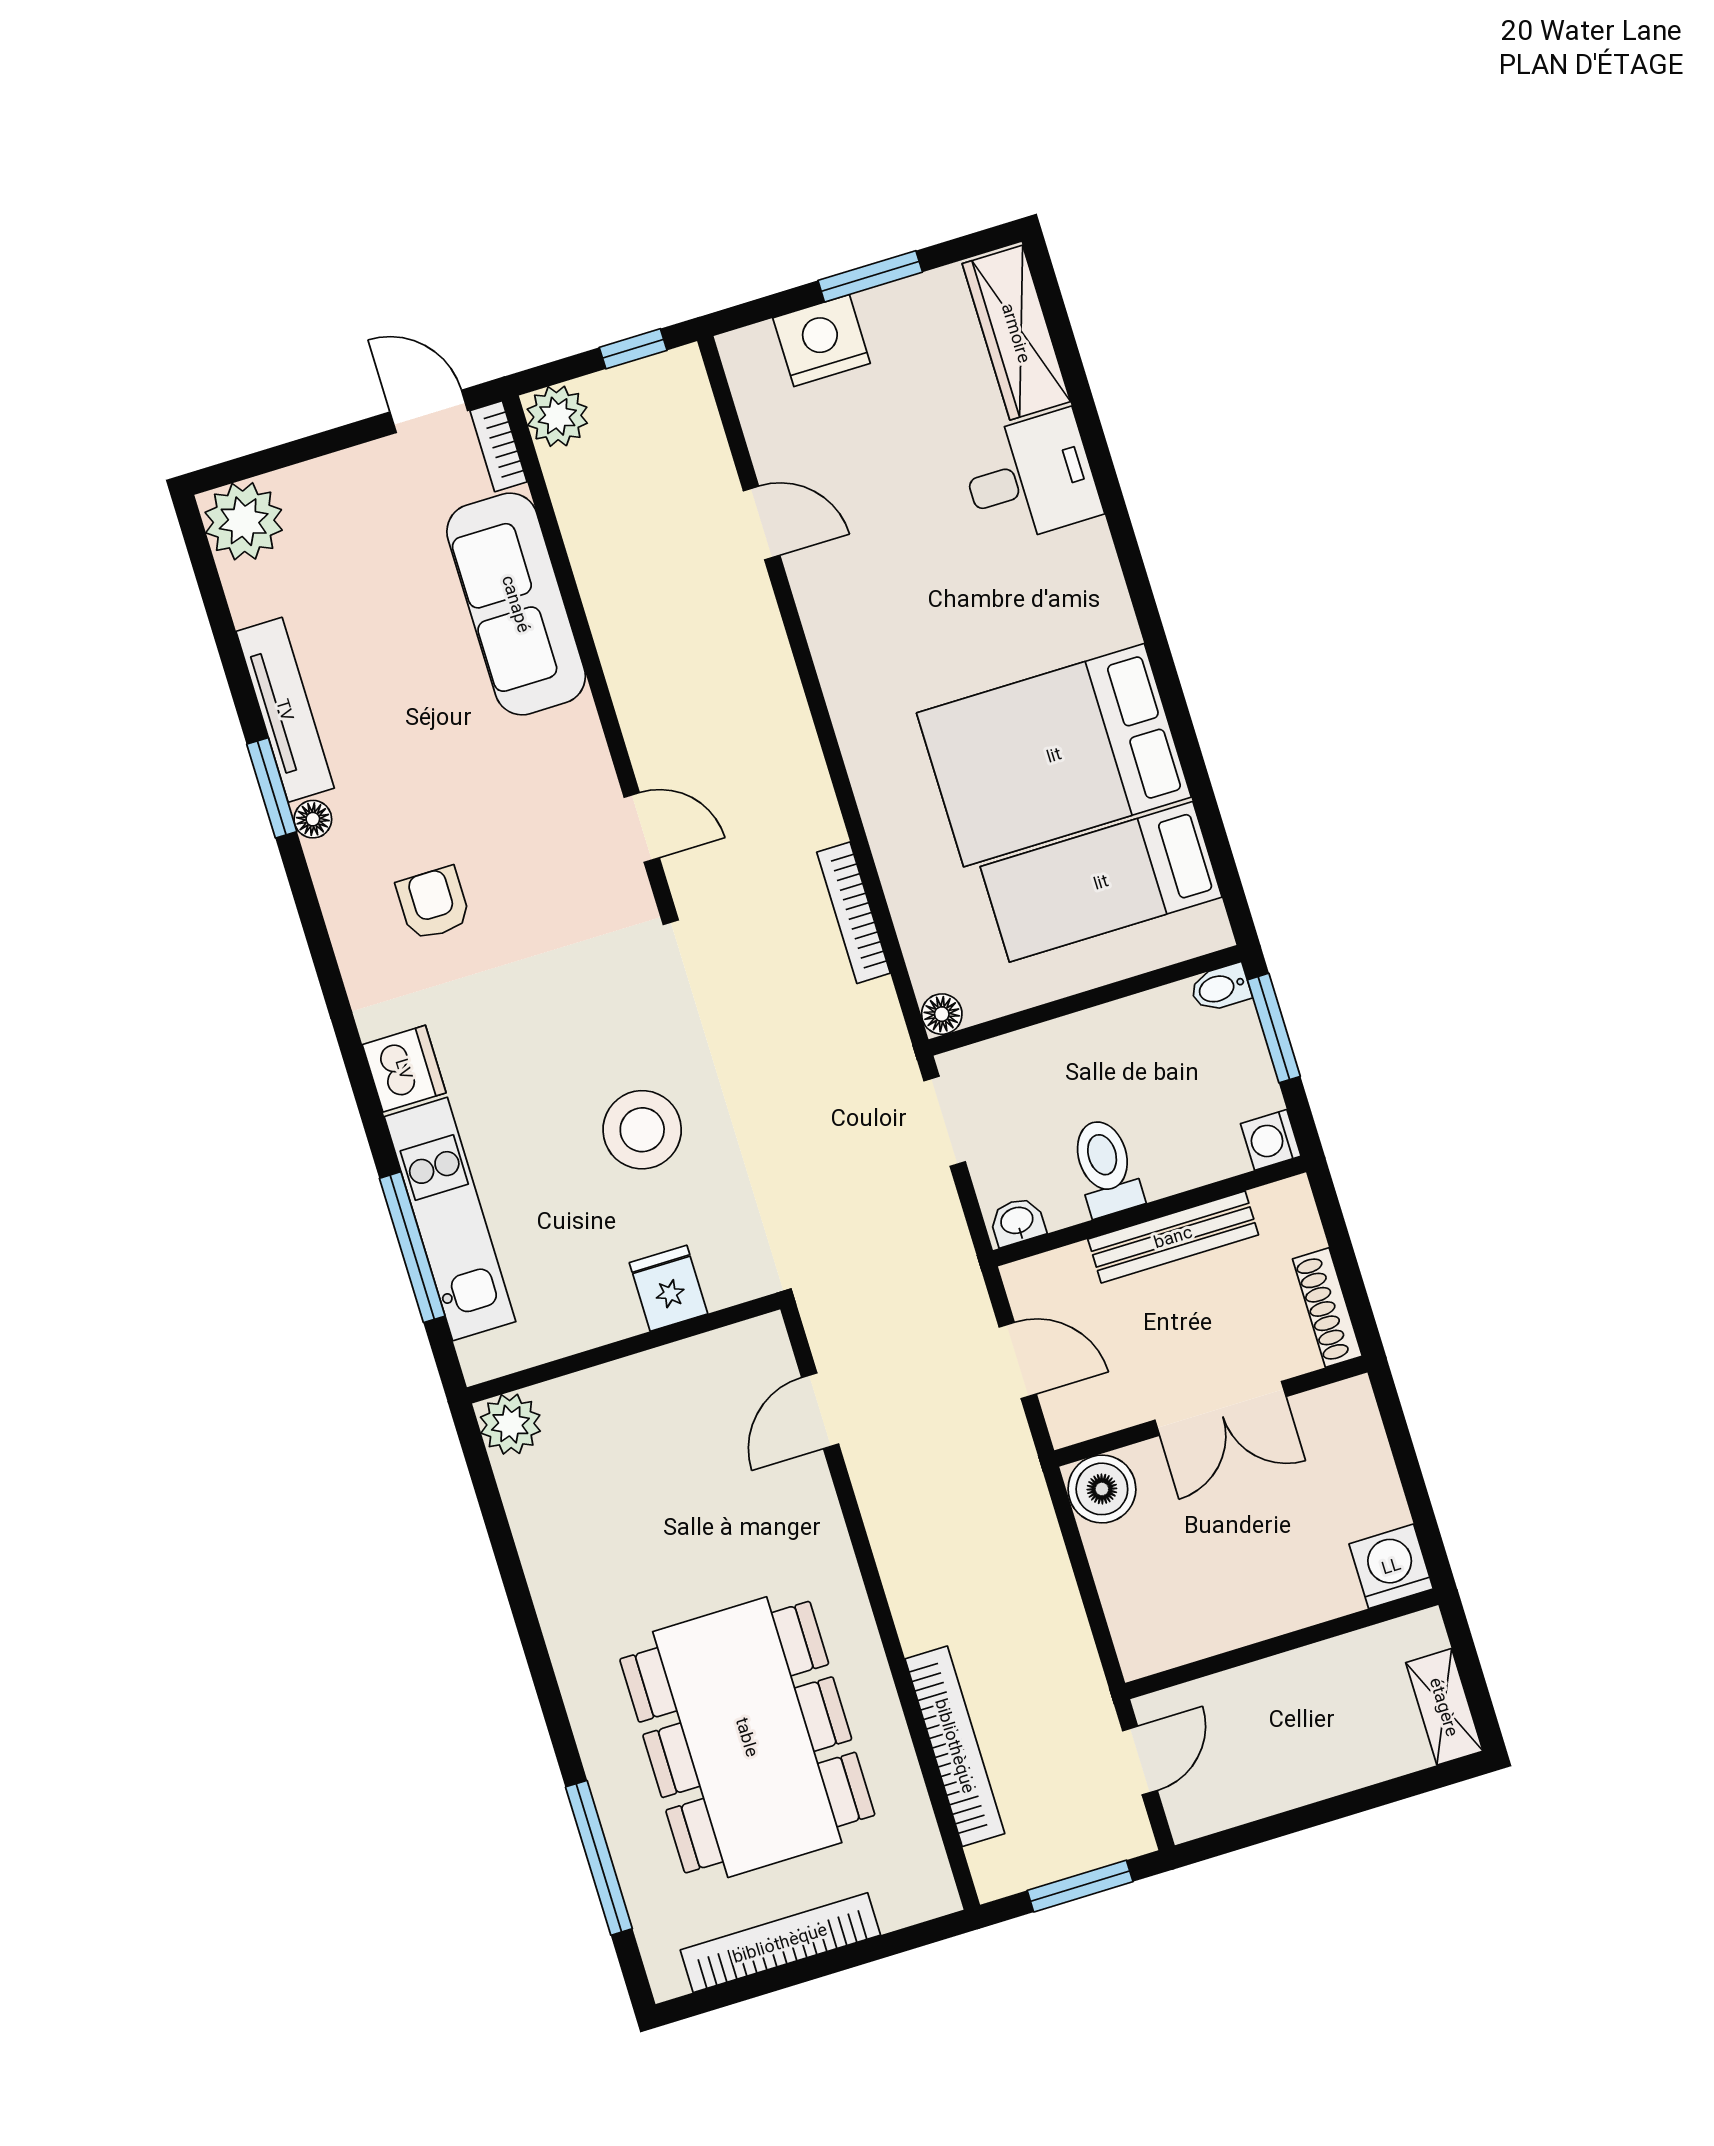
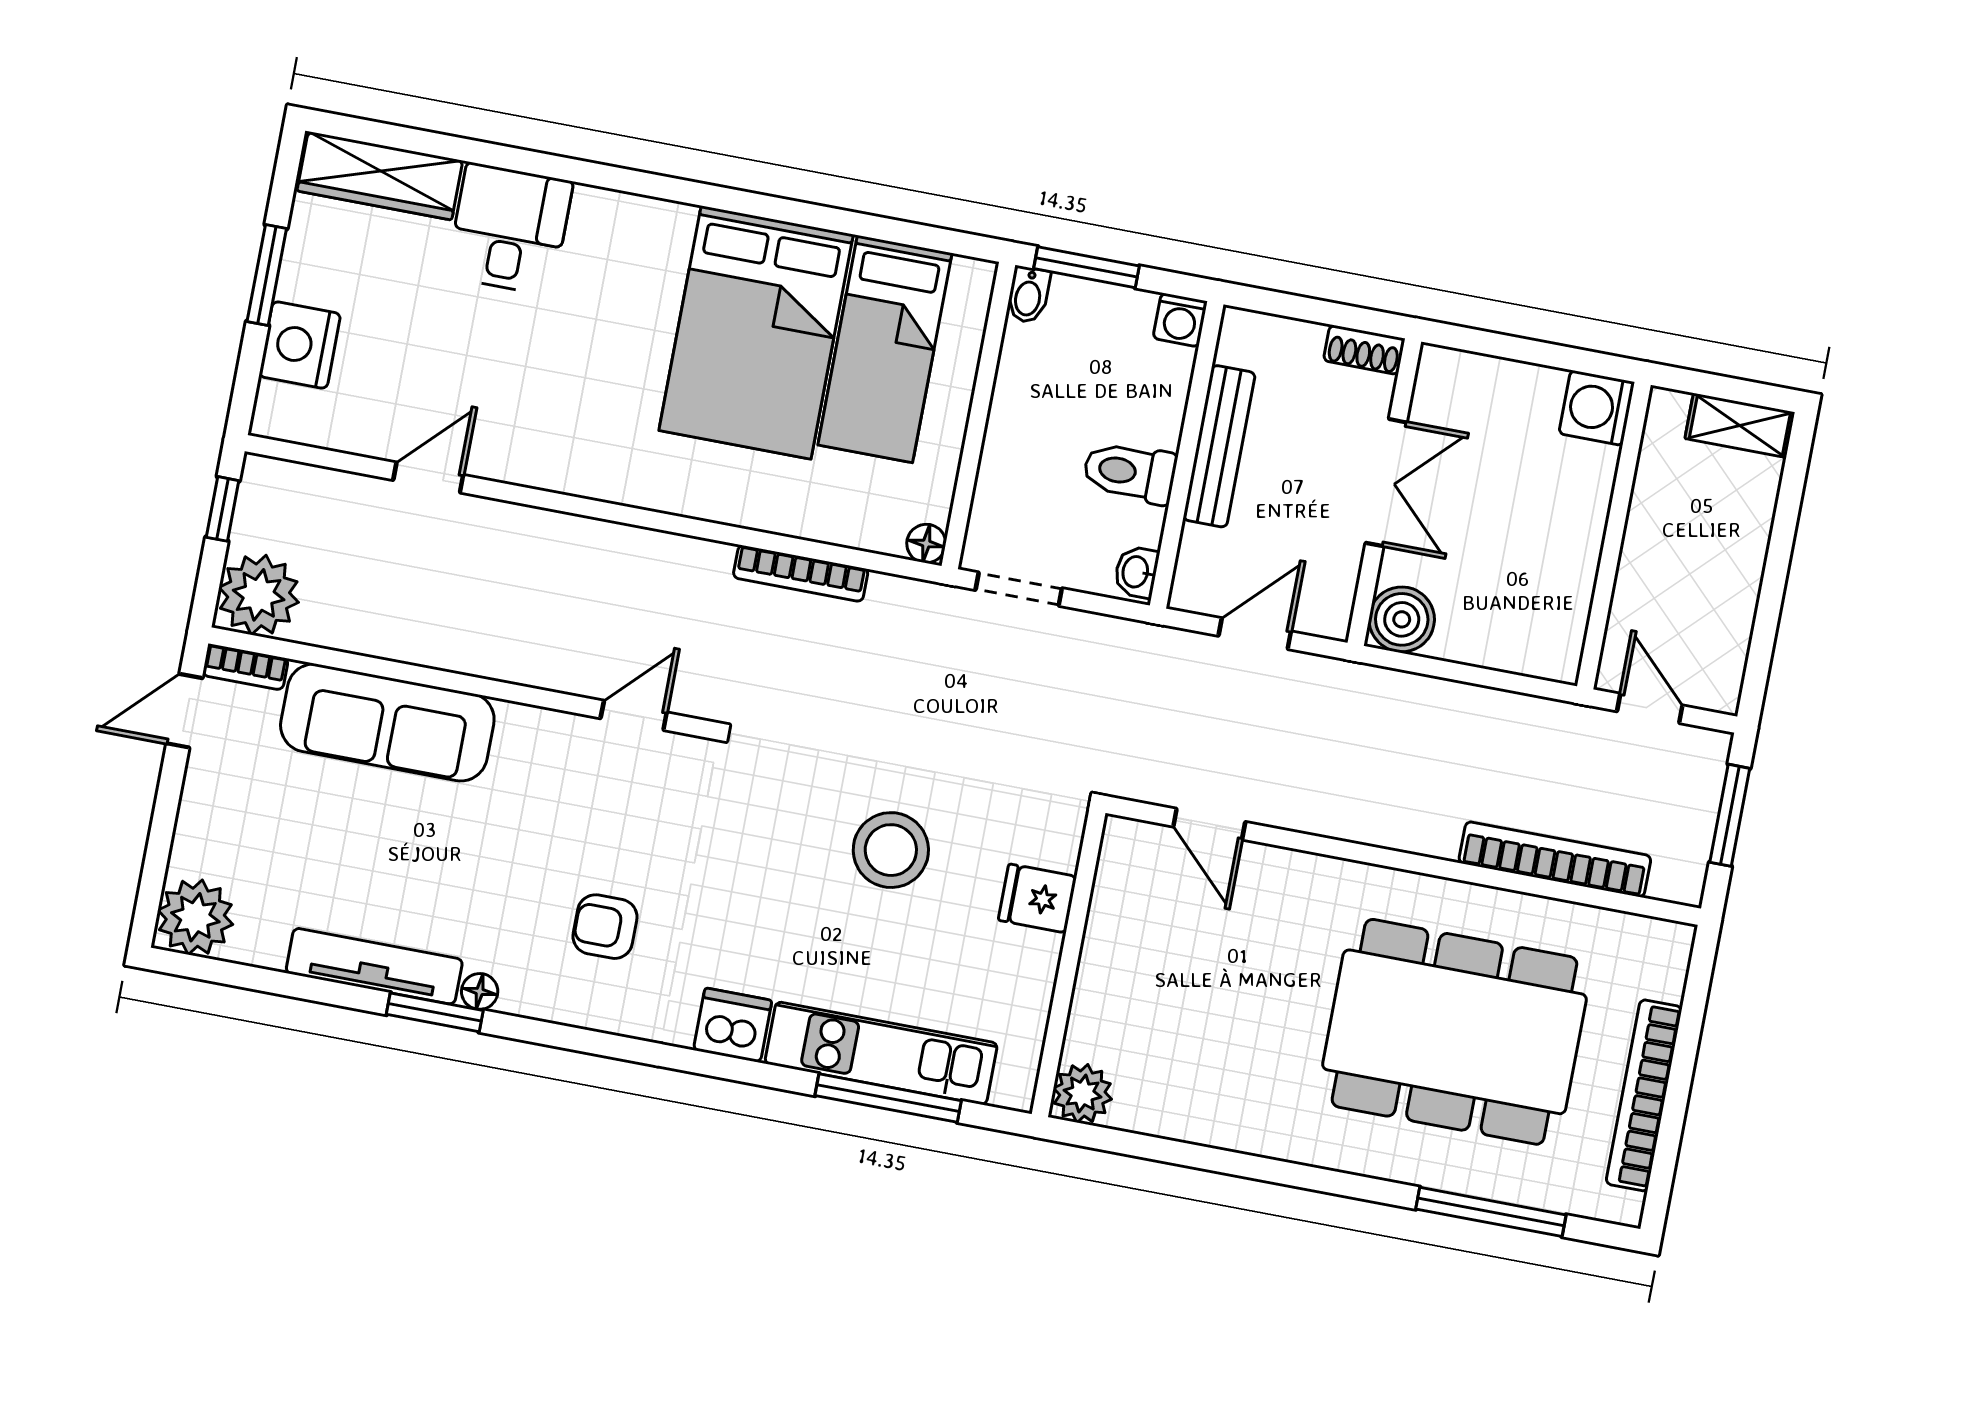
plant: (557, 416) -> (259, 595), width x1.36, depth x1.36
shoe rack: (1327, 1308) -> (1364, 350), width x0.70

